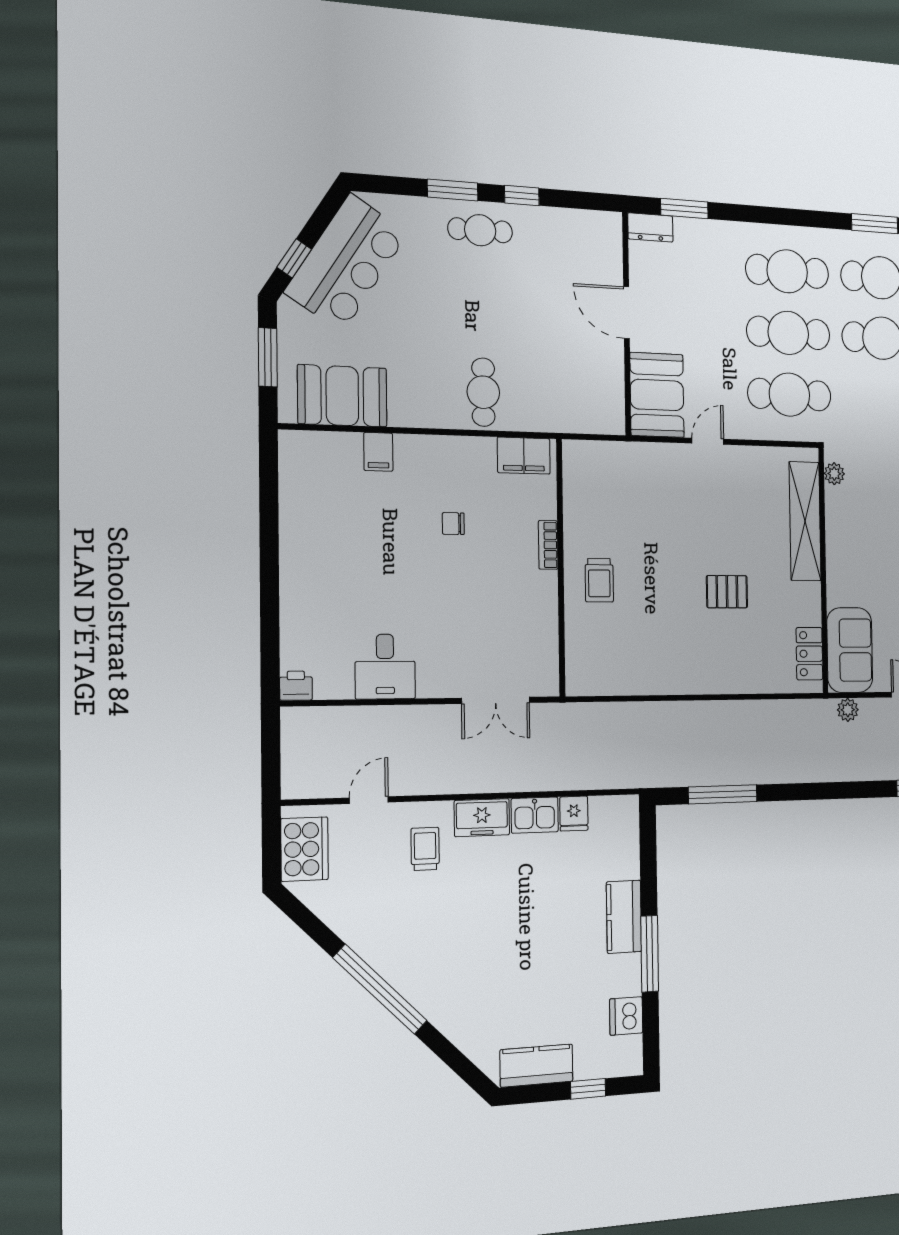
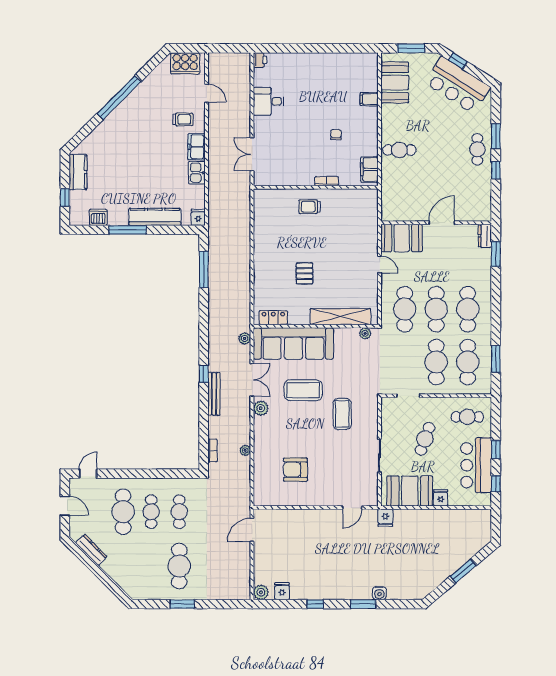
sofa: (850, 650) -> (293, 344), width x1.85, depth x1.27
fridge: (574, 814) -> (198, 217), moved, turned 90
kitchen counter: (624, 917) -> (155, 217), width x1.50

